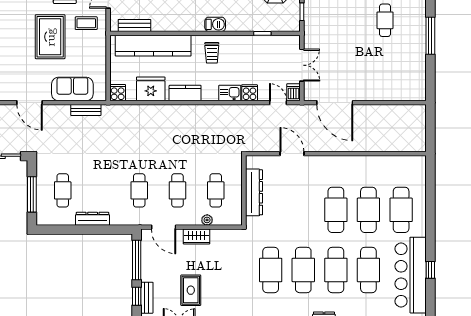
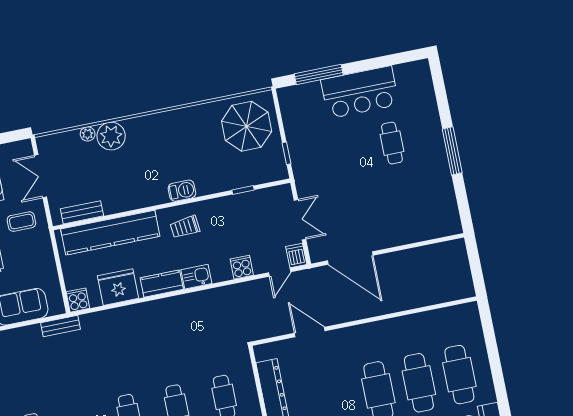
trolley: (212, 53) -> (185, 227), turned 84
kitchen sink: (230, 93) -> (196, 277), moved
door: (278, 103) -> (280, 272), swing flipped
bench: (86, 110) -> (60, 326), moved

